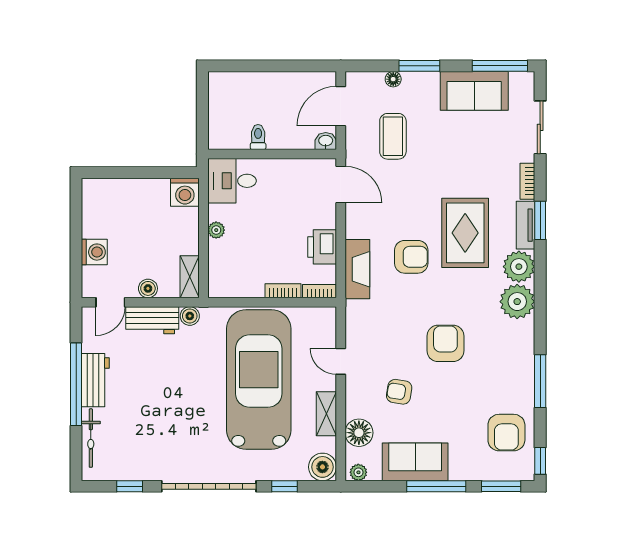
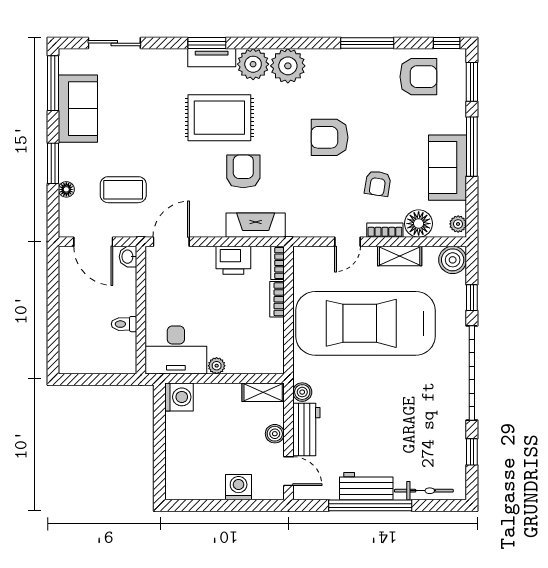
desk: (232, 181) -> (176, 350), width x1.37
bookcase: (527, 181) -> (385, 230), moved, turned 180

